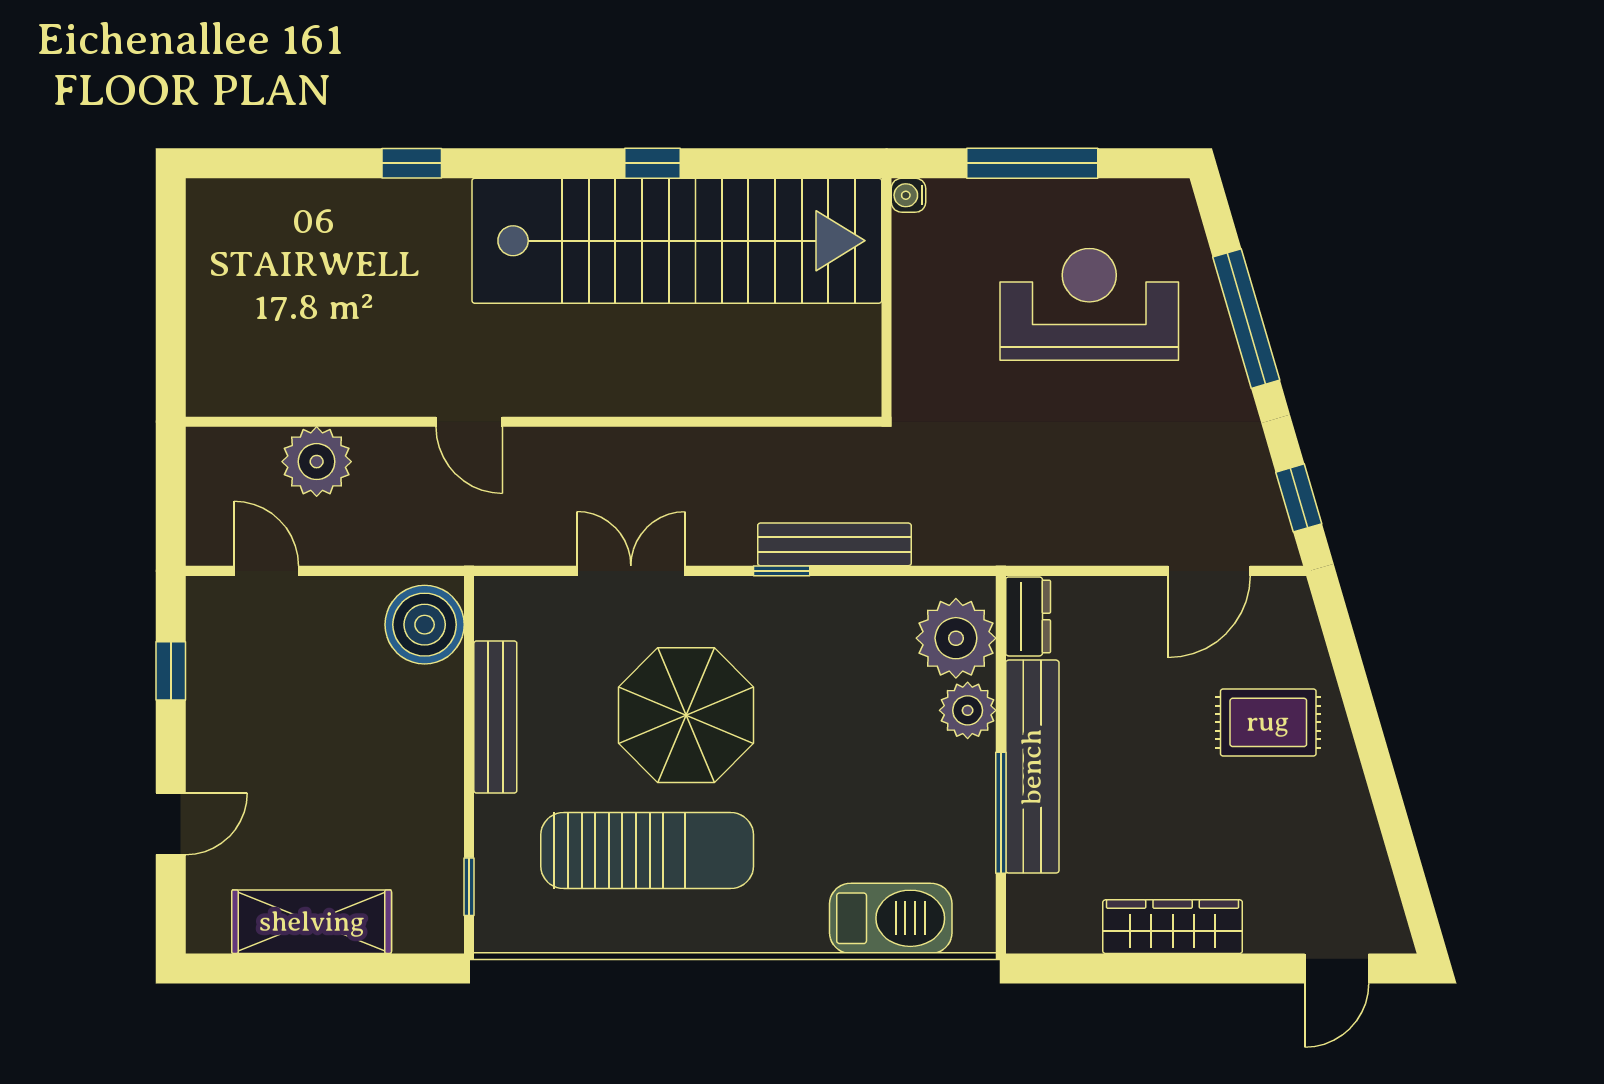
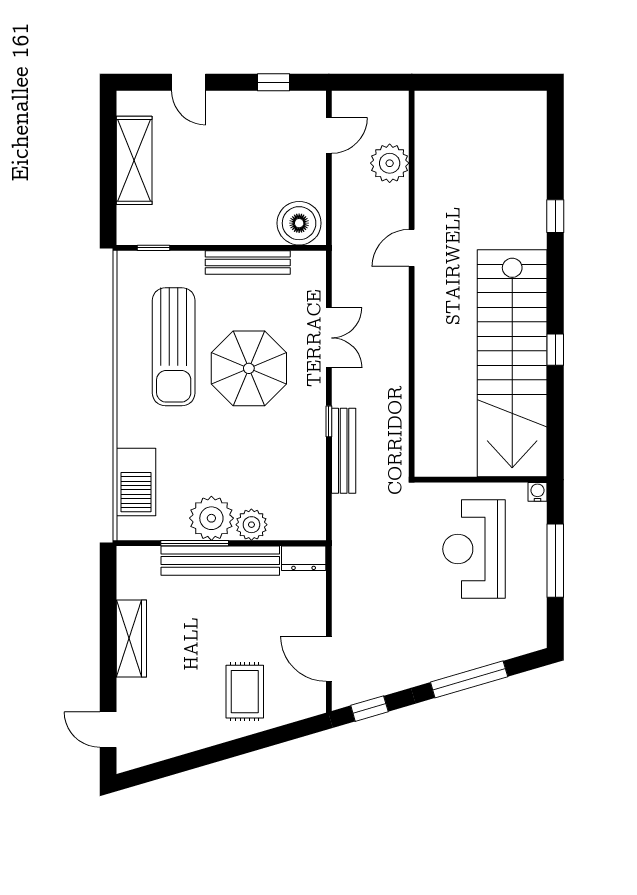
reception desk: (1089, 304) -> (474, 549), moved, turned 180
plant: (956, 638) -> (211, 518), moved

